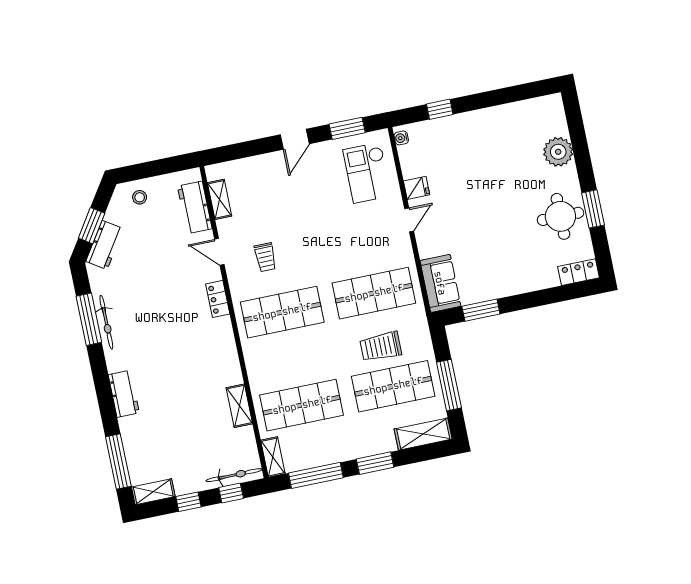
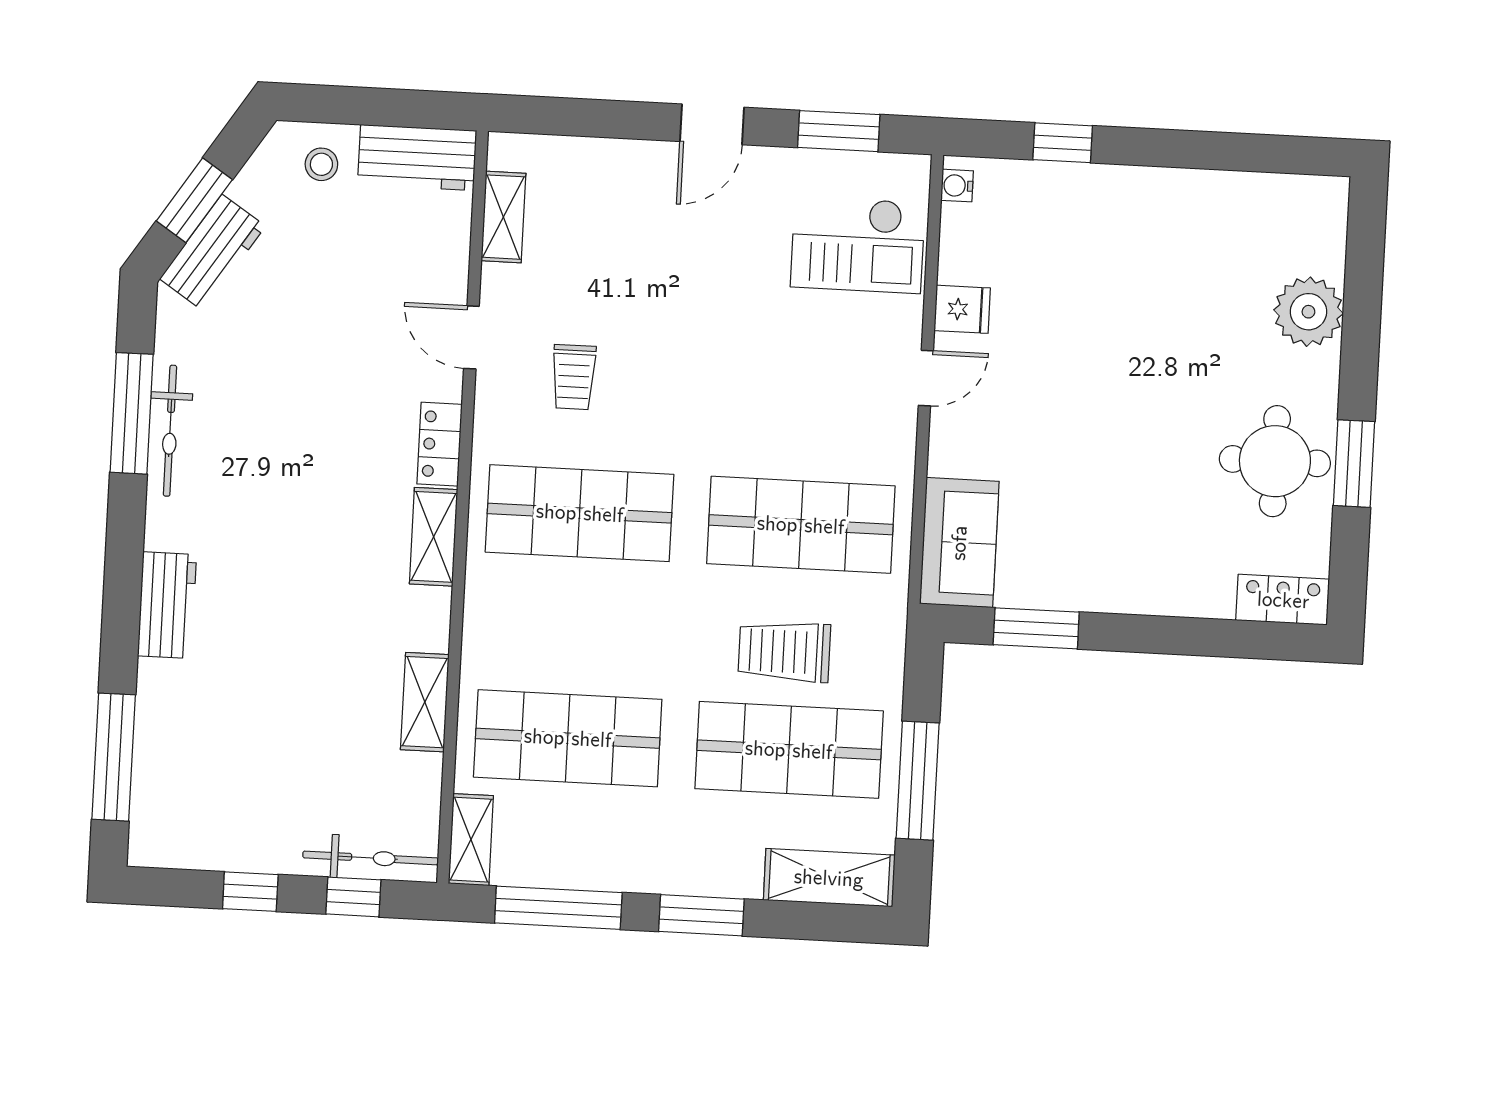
checkout: (367, 173) -> (858, 245), turned -90
workbench: (195, 207) -> (417, 157), moved, turned -90
shelving: (153, 492) -> (434, 537), moved, turned 90

